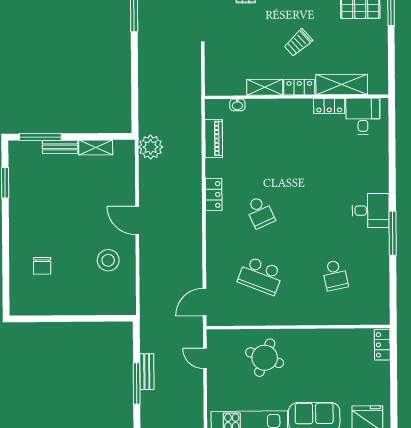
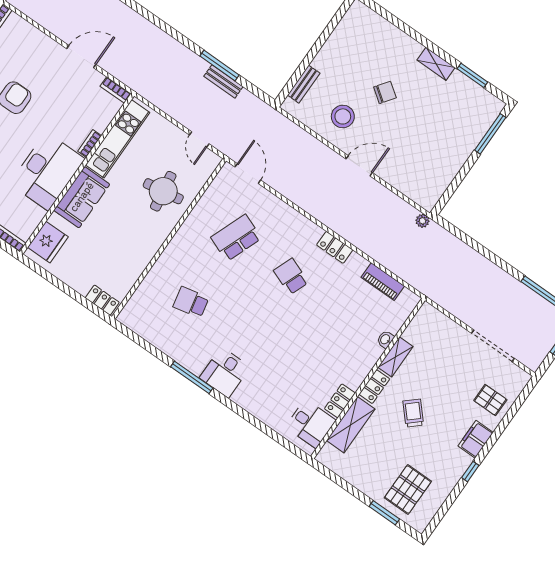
washbasin: (237, 105) -> (385, 339), moved
bench: (60, 147) -> (304, 84), moved
shelving: (96, 147) -> (436, 64), moved, turned 90
plant: (151, 147) -> (422, 221), width x0.53, depth x0.53
school desk: (260, 212) -> (291, 276), turned 45
chair: (42, 266) -> (385, 92), moved, turned 126
door: (205, 358) -> (199, 139), swing flipped
round table: (265, 358) -> (163, 191), turned -30

